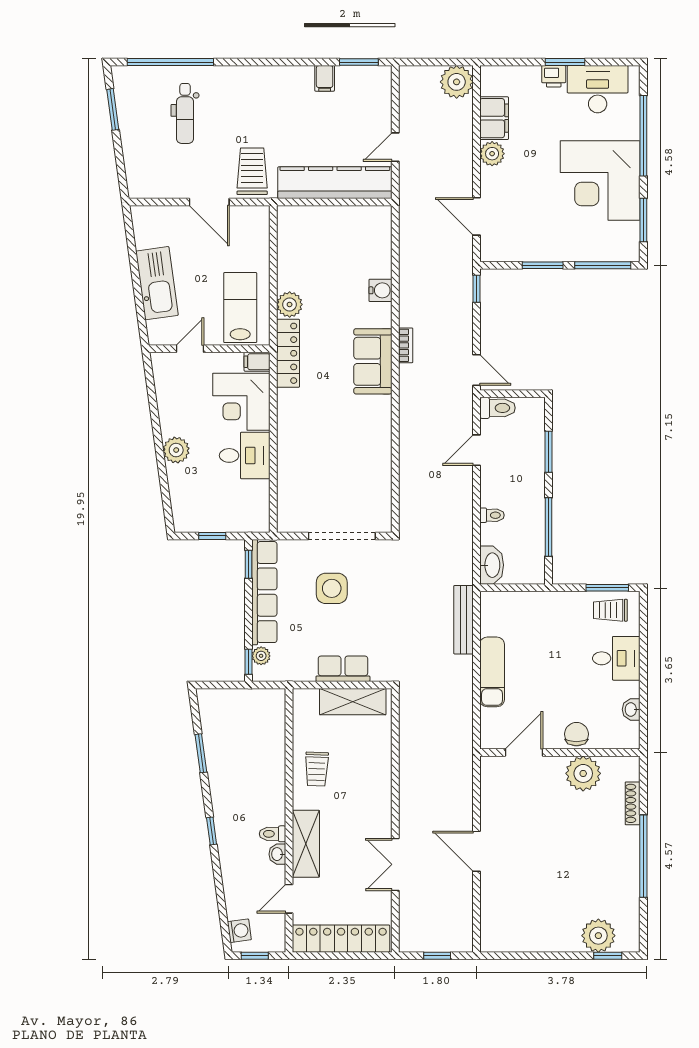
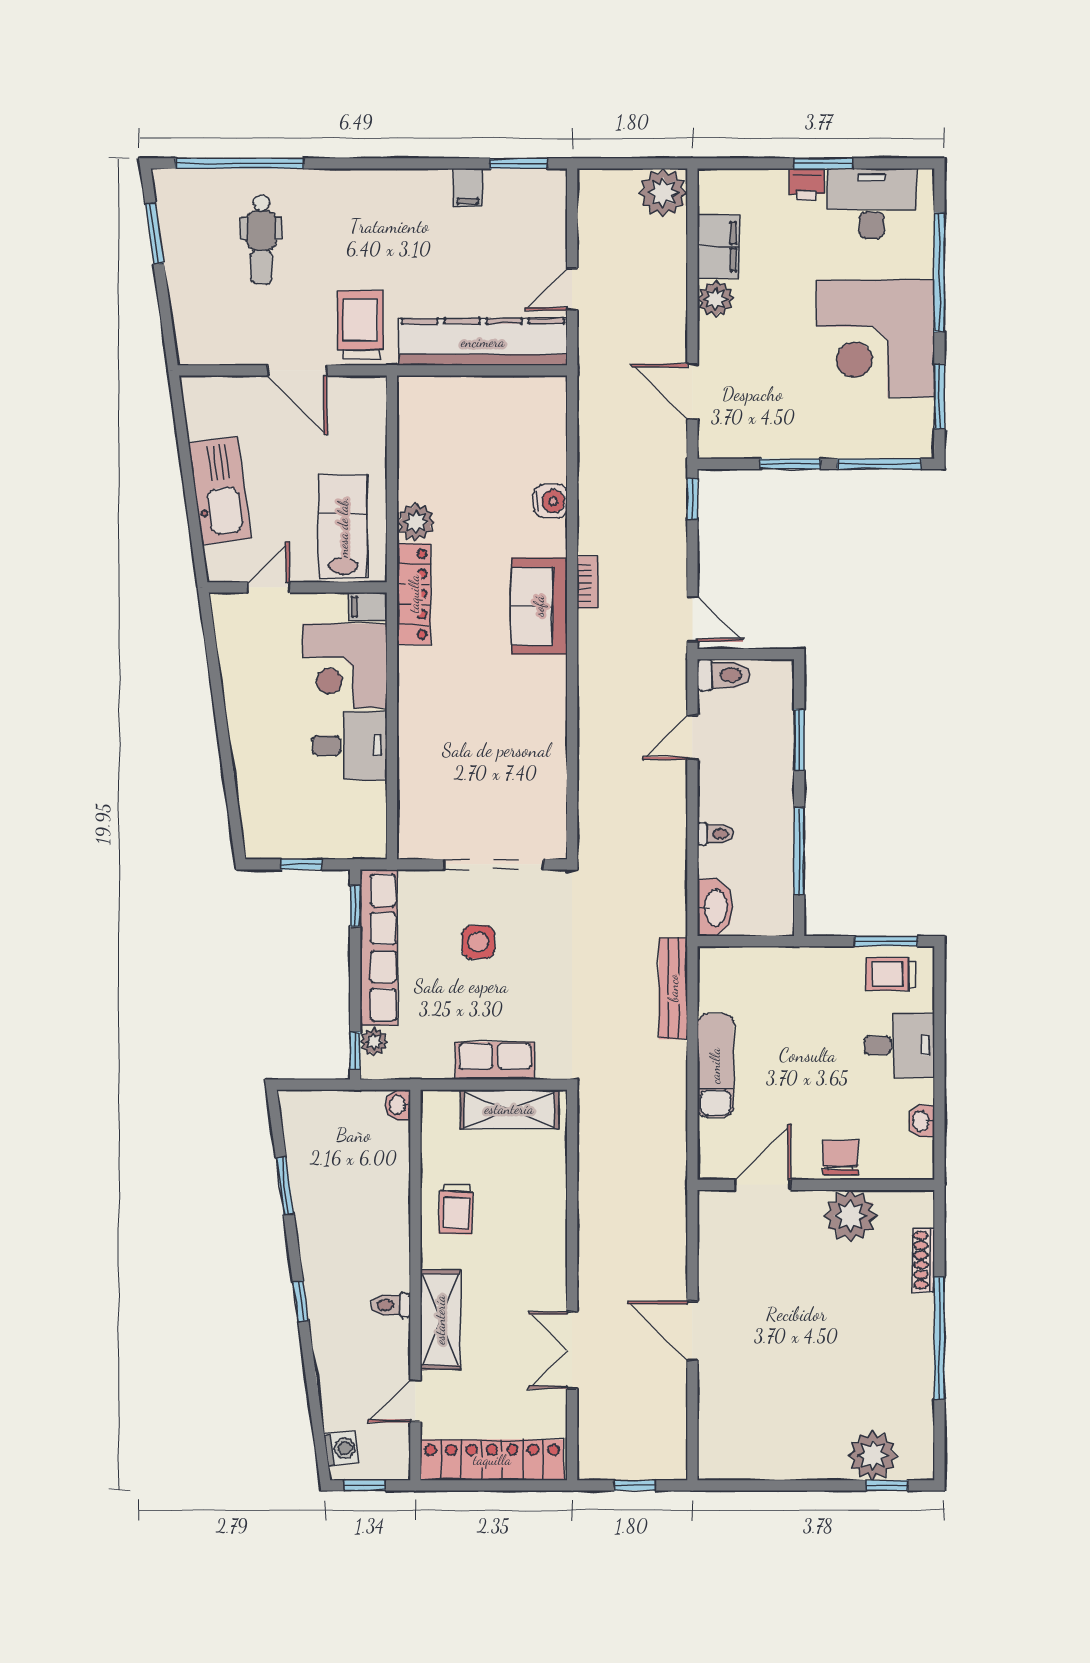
plant: (176, 450) -> (248, 737), removed
side table: (332, 588) -> (478, 942), width x0.73, depth x0.73
washbasin: (277, 854) -> (398, 1105), moved

